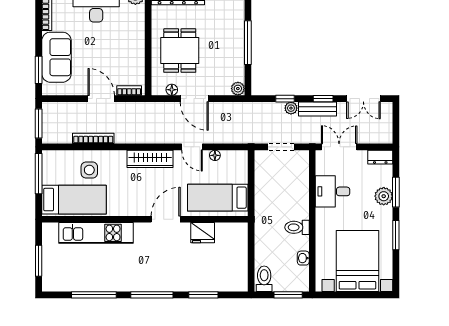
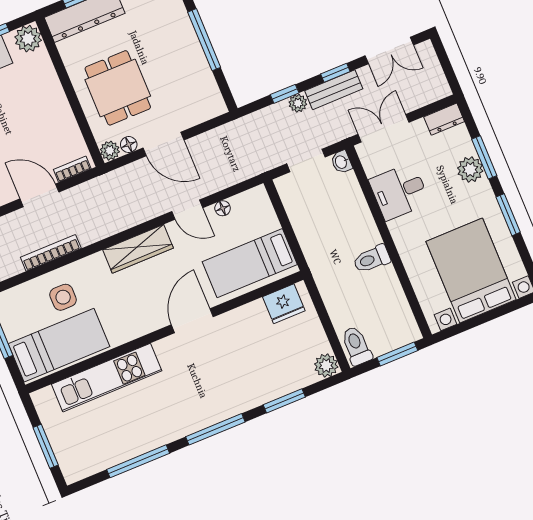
plant: (238, 89) -> (110, 151), moved
fridge: (203, 233) -> (284, 304), moved
washbasin: (303, 258) -> (341, 162), moved
plant: (240, 283) -> (326, 365), added

